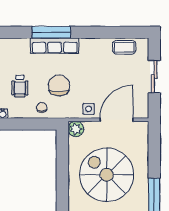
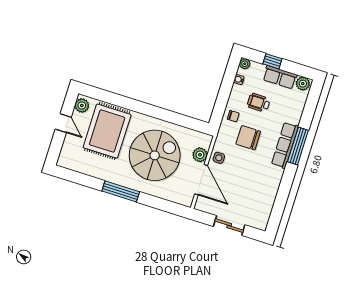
coffee table: (124, 47) -> (264, 207), removed
chair: (59, 85) -> (248, 138), turned 180
plant: (76, 129) -> (200, 155), moved

